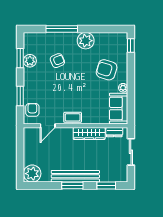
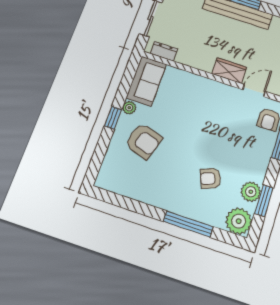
plant: (86, 41) -> (239, 221), moved
window: (131, 46) -> (113, 118), moved
coffee table: (73, 117) -> (215, 90), removed
wardrobe: (89, 134) -> (229, 71), moved, width x0.67

